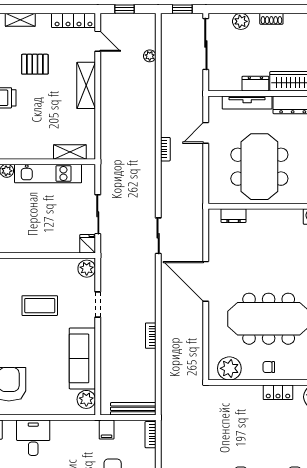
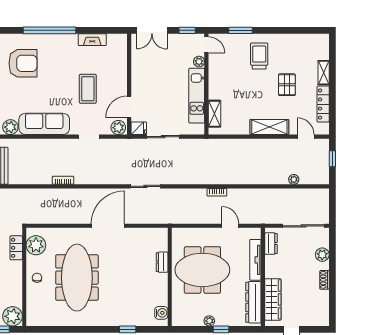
window: (182, 9) -> (332, 206), removed
locker: (74, 20) -> (323, 104), moved
door: (98, 41) -> (306, 137), swing flipped
dresser: (255, 84) -> (271, 244), moved
dresser: (234, 216) -> (162, 262), moved
door: (62, 255) -> (129, 107), added
locker: (278, 392) -> (16, 248), moved

